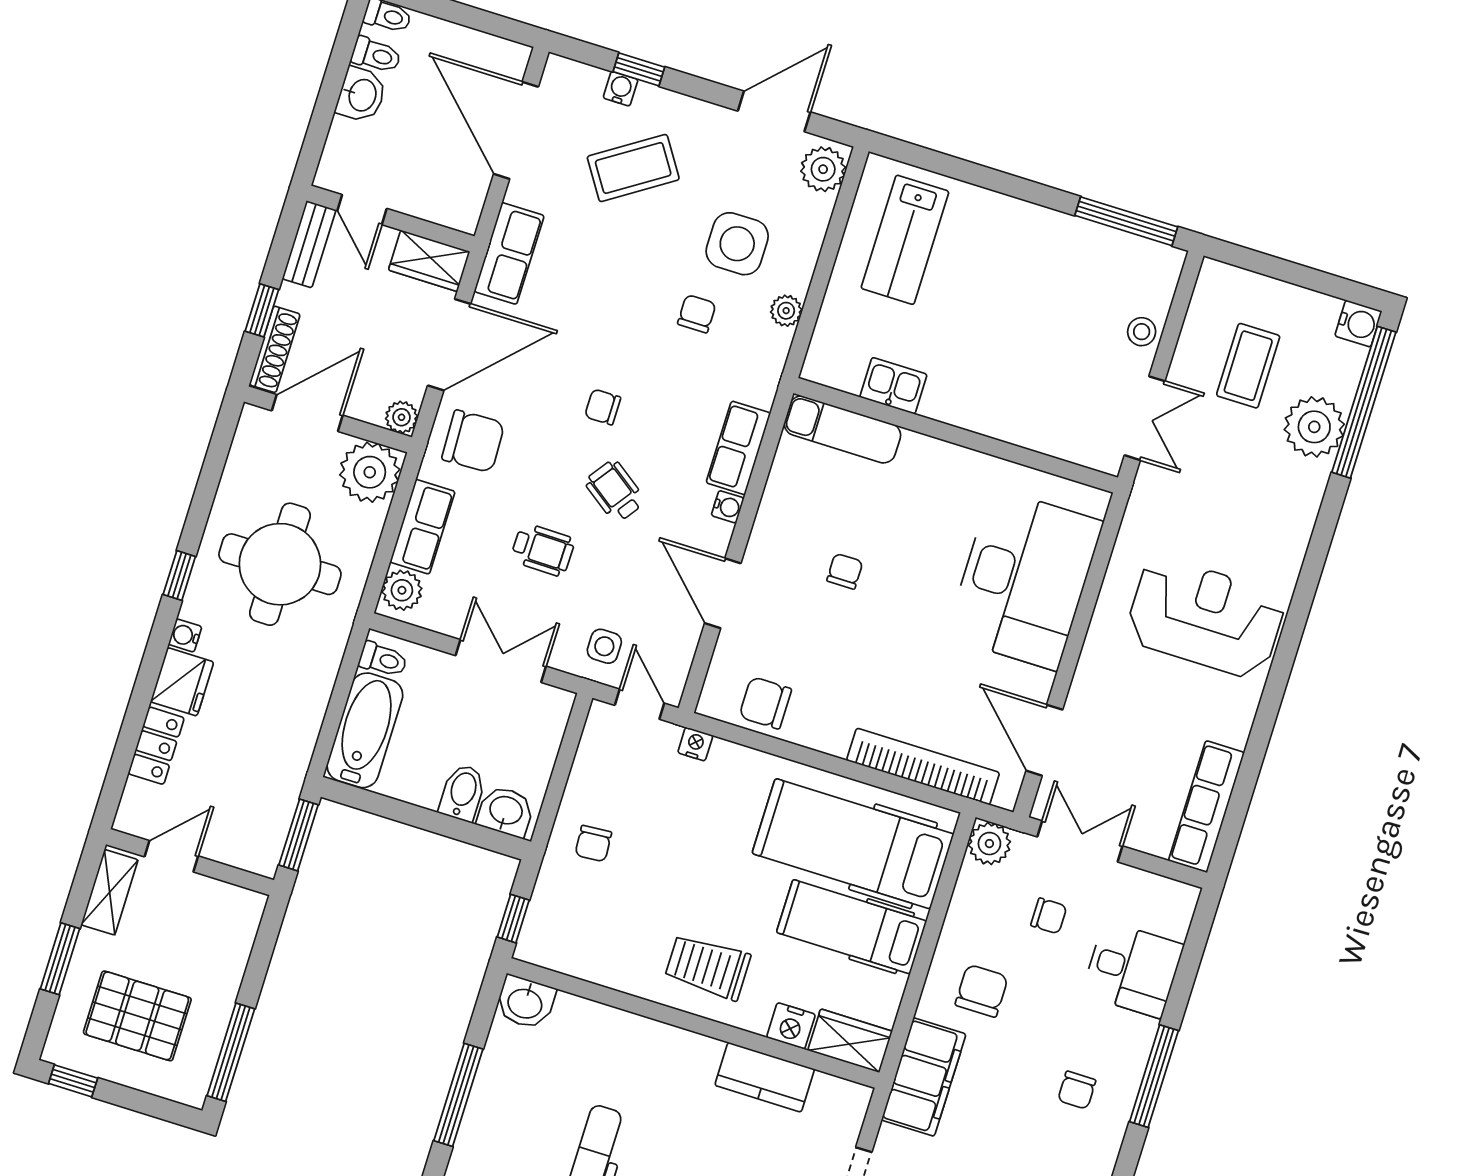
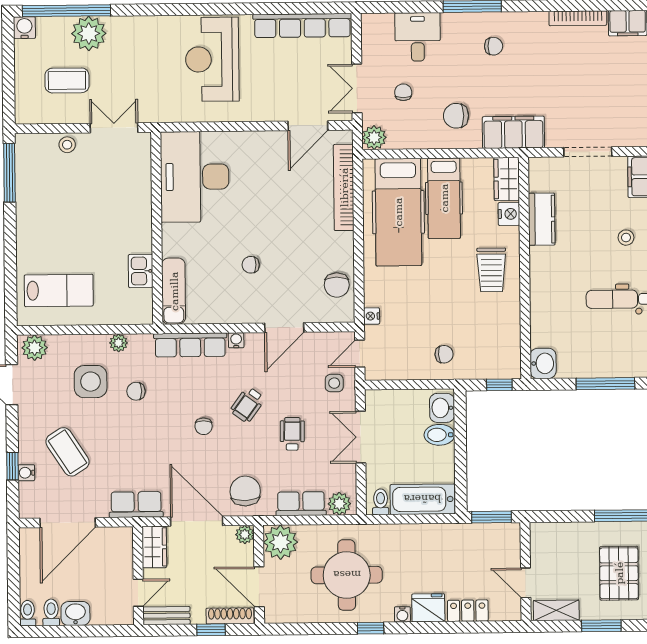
row of seats: (738, 448) -> (190, 345), width x1.48
desk: (1024, 579) -> (195, 177), moved, turned -90
row of seats: (1206, 807) -> (302, 26), width x1.36

